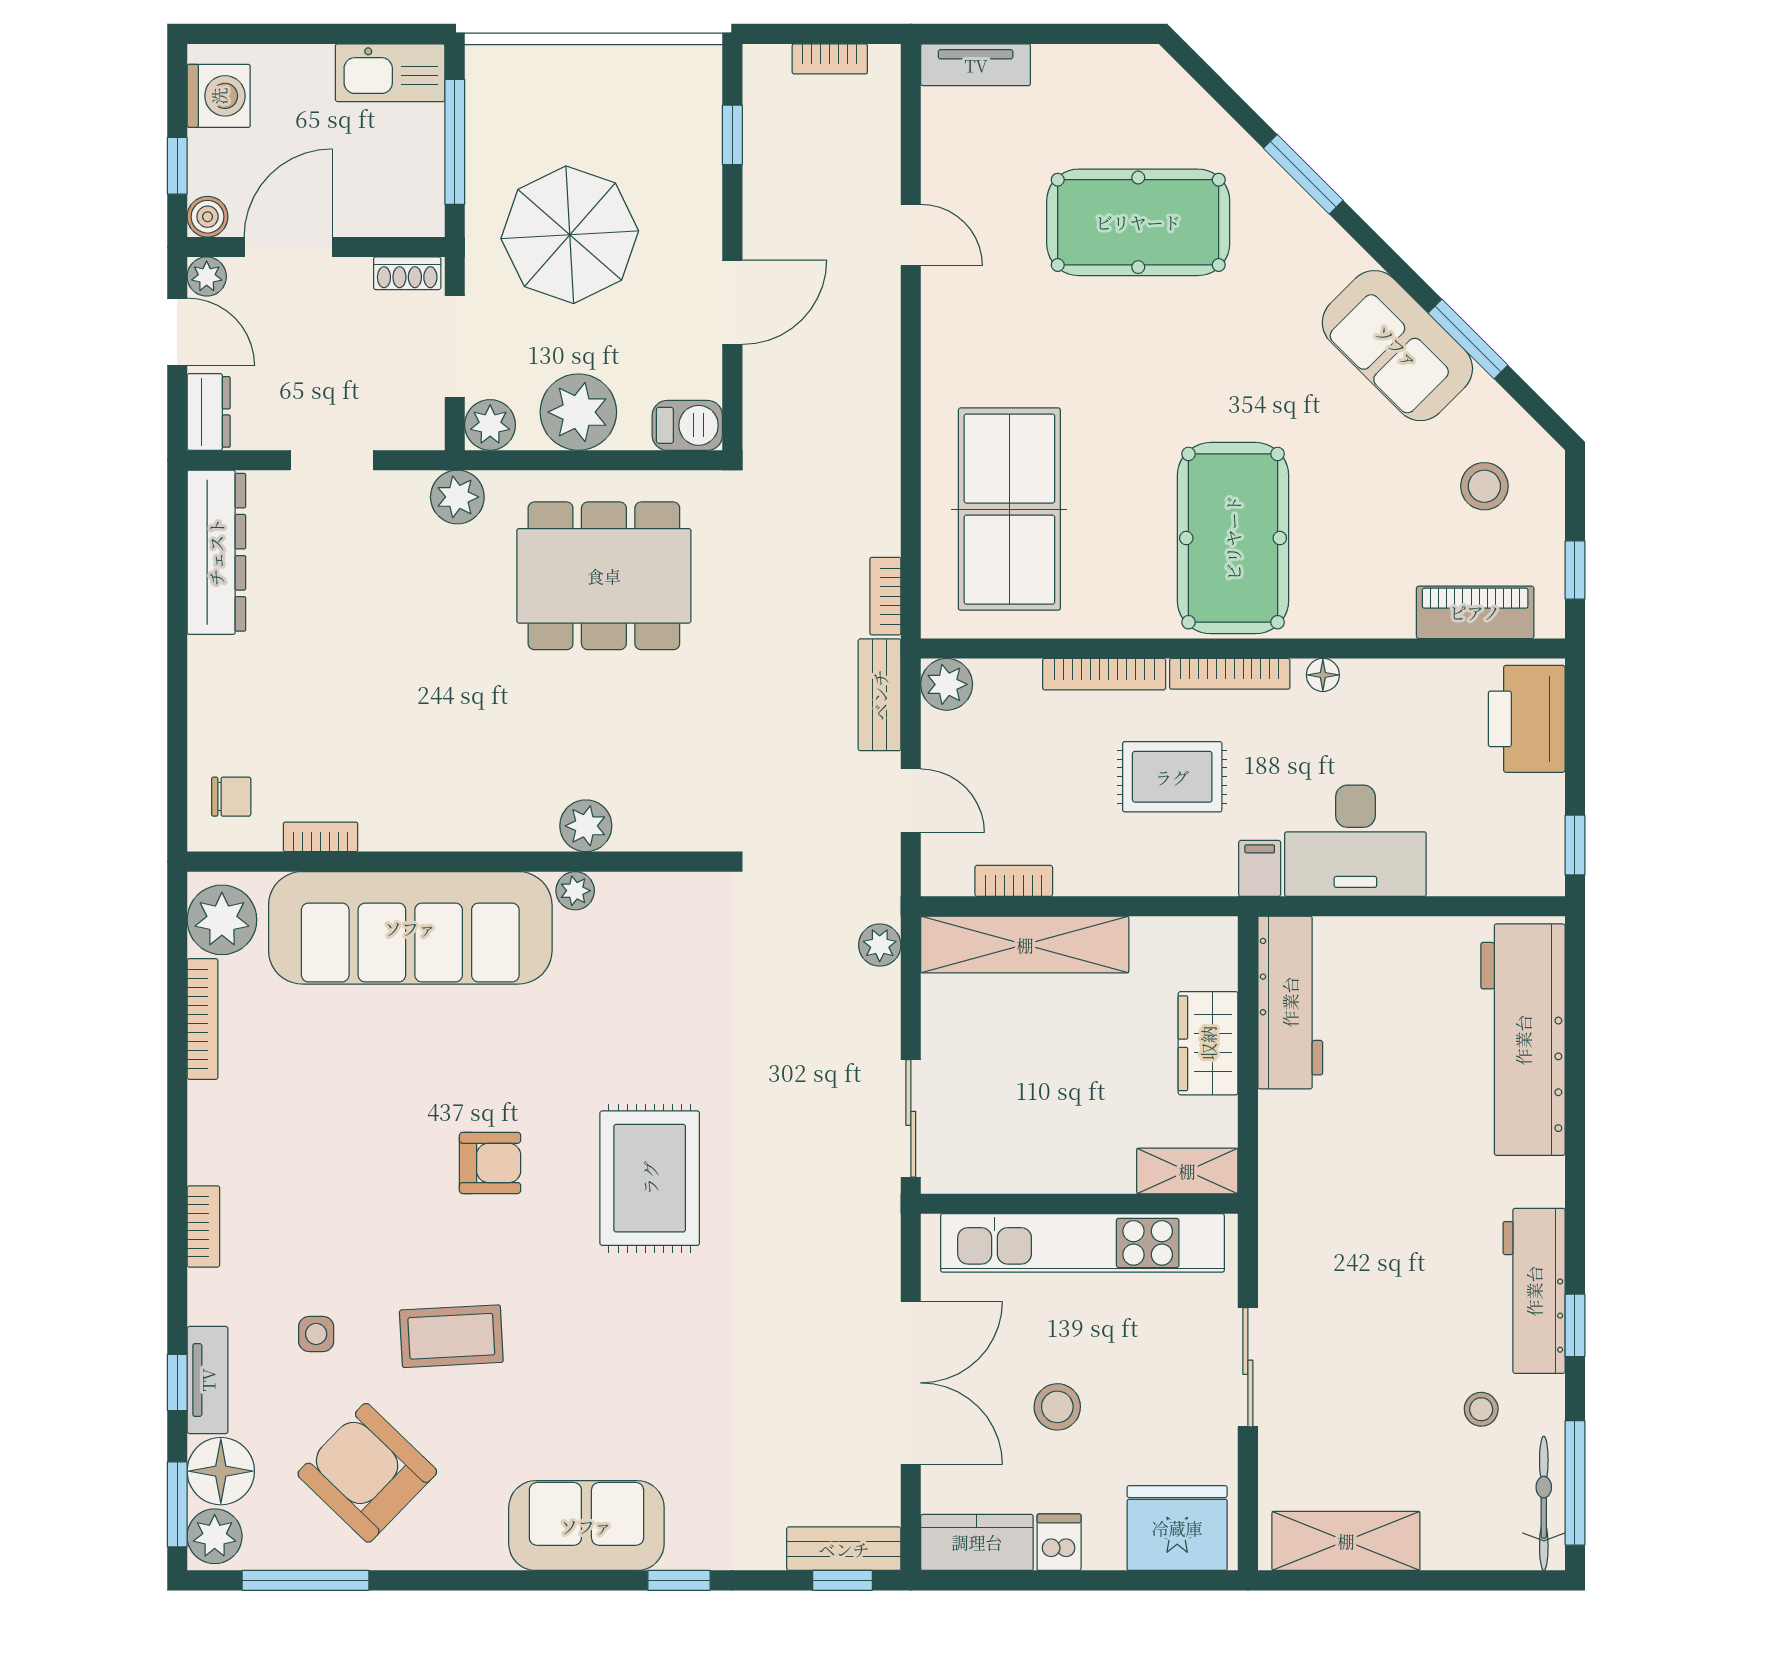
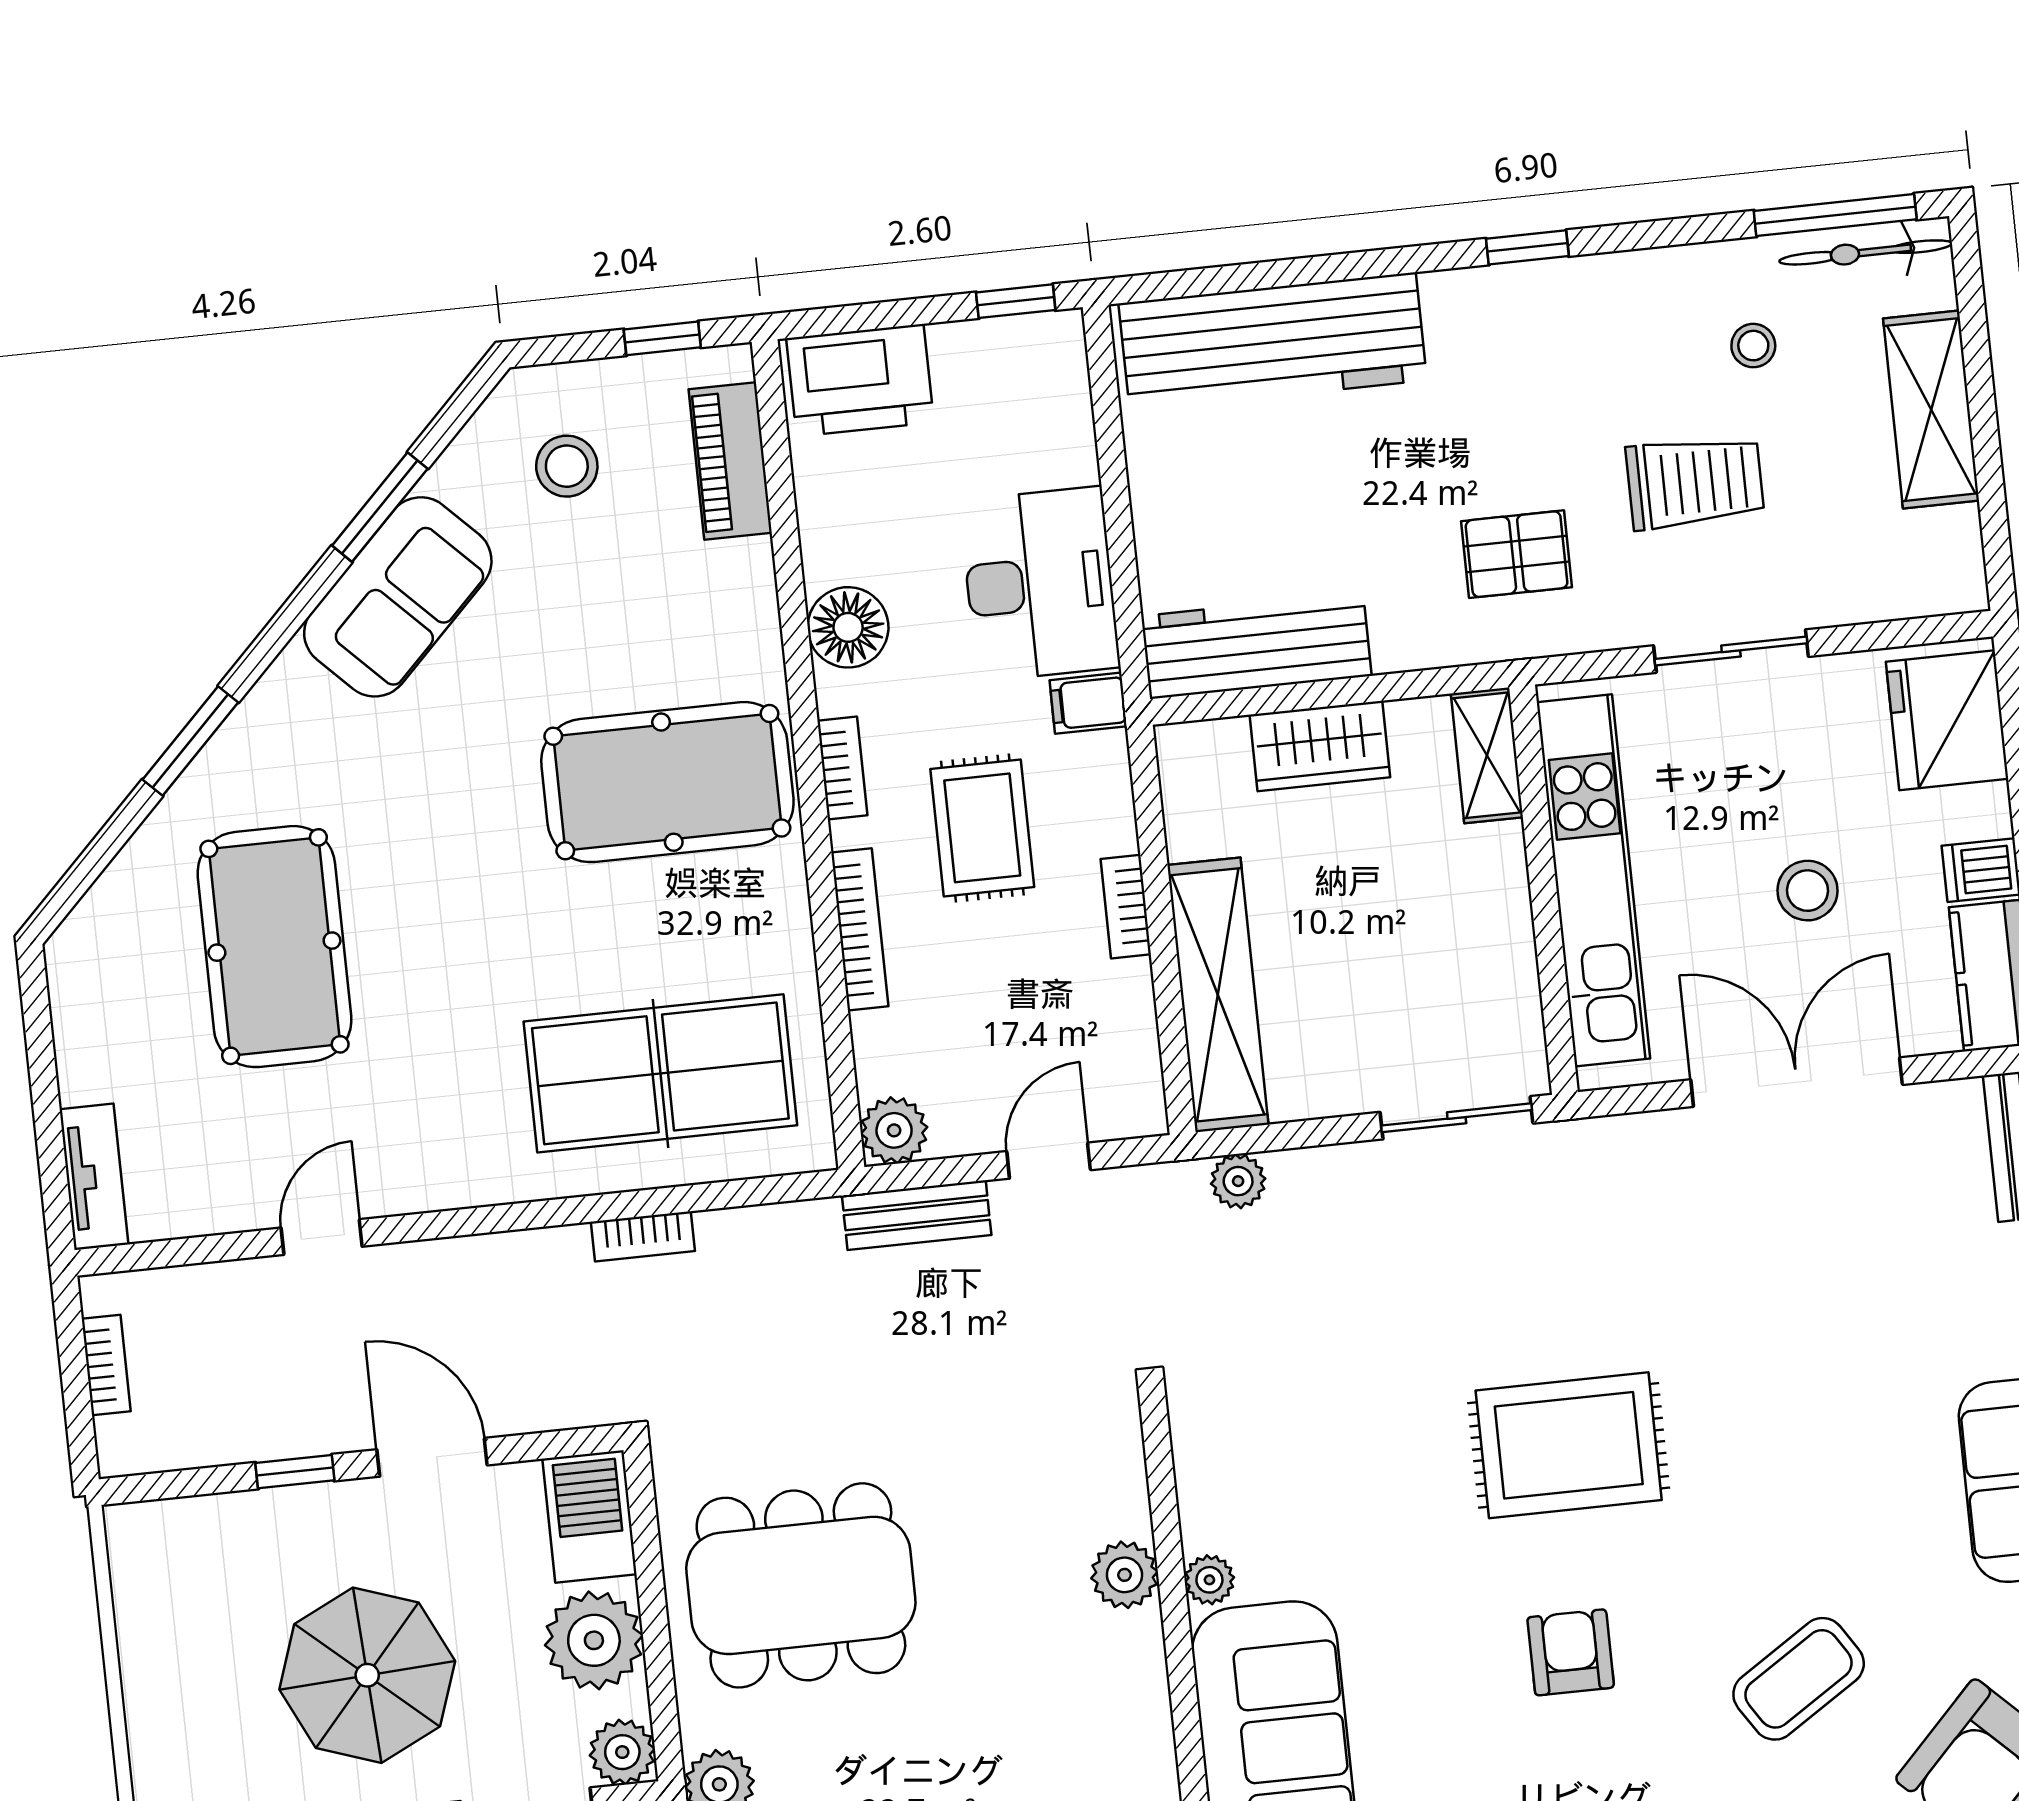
window: (732, 135) -> (295, 1472), moved
barbecue: (687, 425) -> (590, 1516), width x1.38, depth x1.27
dining table: (604, 576) -> (801, 1585), turned 90
bookcase: (885, 596) -> (643, 1236), moved
bookcase: (1230, 674) -> (842, 768), width x0.64
floor lamp: (1323, 675) -> (848, 627), width x1.89, depth x1.89
bookcase: (1014, 881) -> (1126, 907), moved
pallet: (1340, 1210) -> (1517, 554), added
workbench: (1534, 1291) -> (1594, 294), removed
window: (1575, 1325) -> (1527, 247), moved
coffee table: (451, 1336) -> (1799, 1679), turned 60
trolley: (1381, 1353) -> (1695, 482), added
shelving: (1346, 1541) -> (1931, 410), moved

